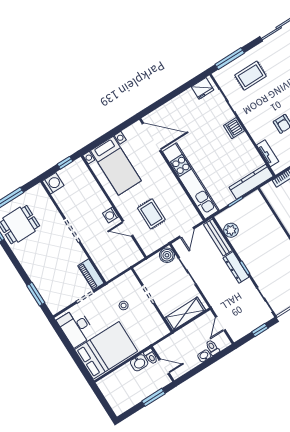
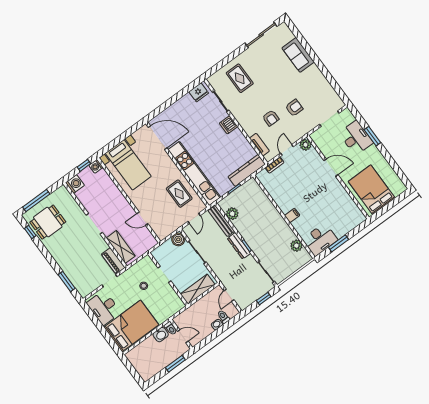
window: (230, 59) -> (221, 65), removed
rug: (251, 76) -> (240, 78), turned 90
rug: (151, 214) -> (179, 194), moved
washing machine: (110, 215) -> (96, 166), moved
shelving: (100, 259) -> (121, 247), added

